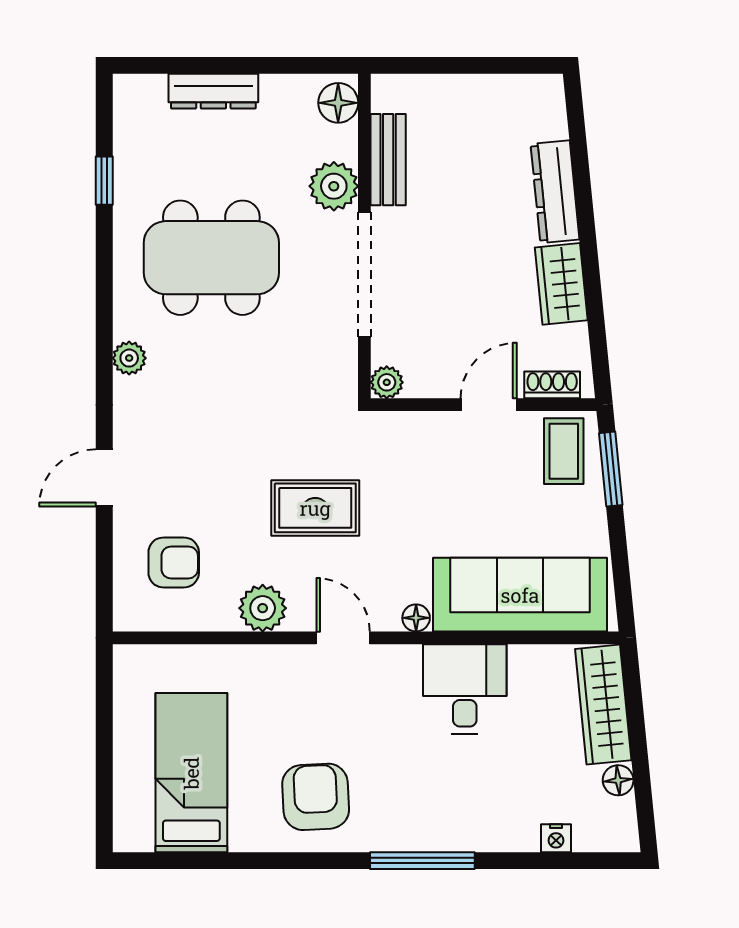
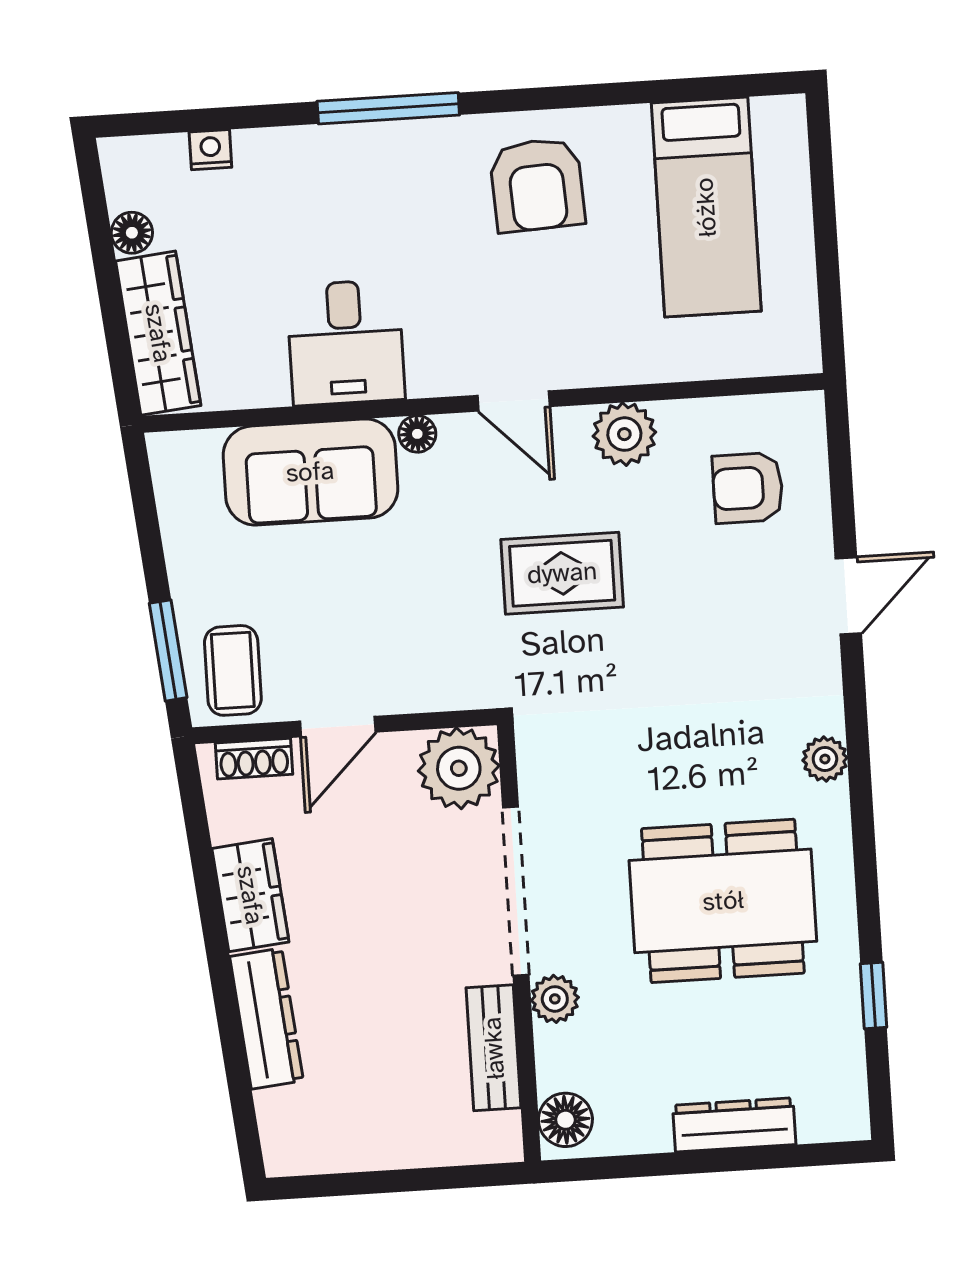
plant: (334, 186) -> (555, 999), width x0.73, depth x0.73
plant: (387, 382) -> (459, 768), width x1.88, depth x1.88
sofa: (520, 595) -> (310, 472), width x0.73

